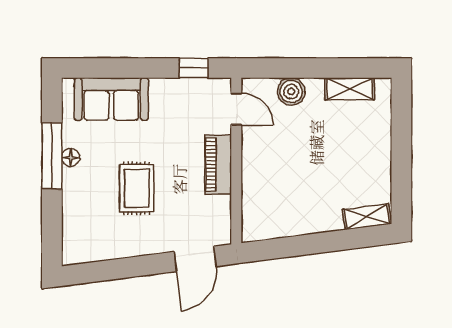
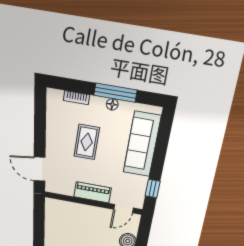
sofa: (111, 99) -> (142, 144), width x1.36
rug: (137, 188) -> (87, 142), turned 90
bookcase: (70, 216) -> (76, 98), added

